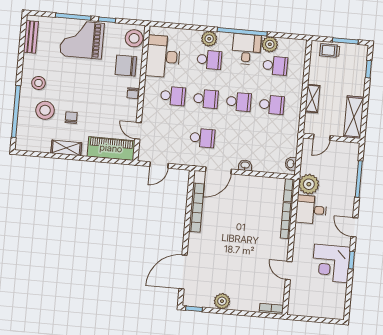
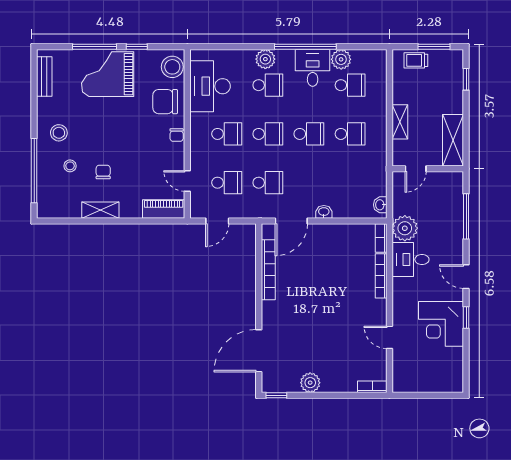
stool: (45, 110) -> (70, 166), width x0.53, depth x0.53
school desk: (169, 135) -> (227, 183), added
piano: (111, 148) -> (164, 209), width x0.73, depth x0.75

